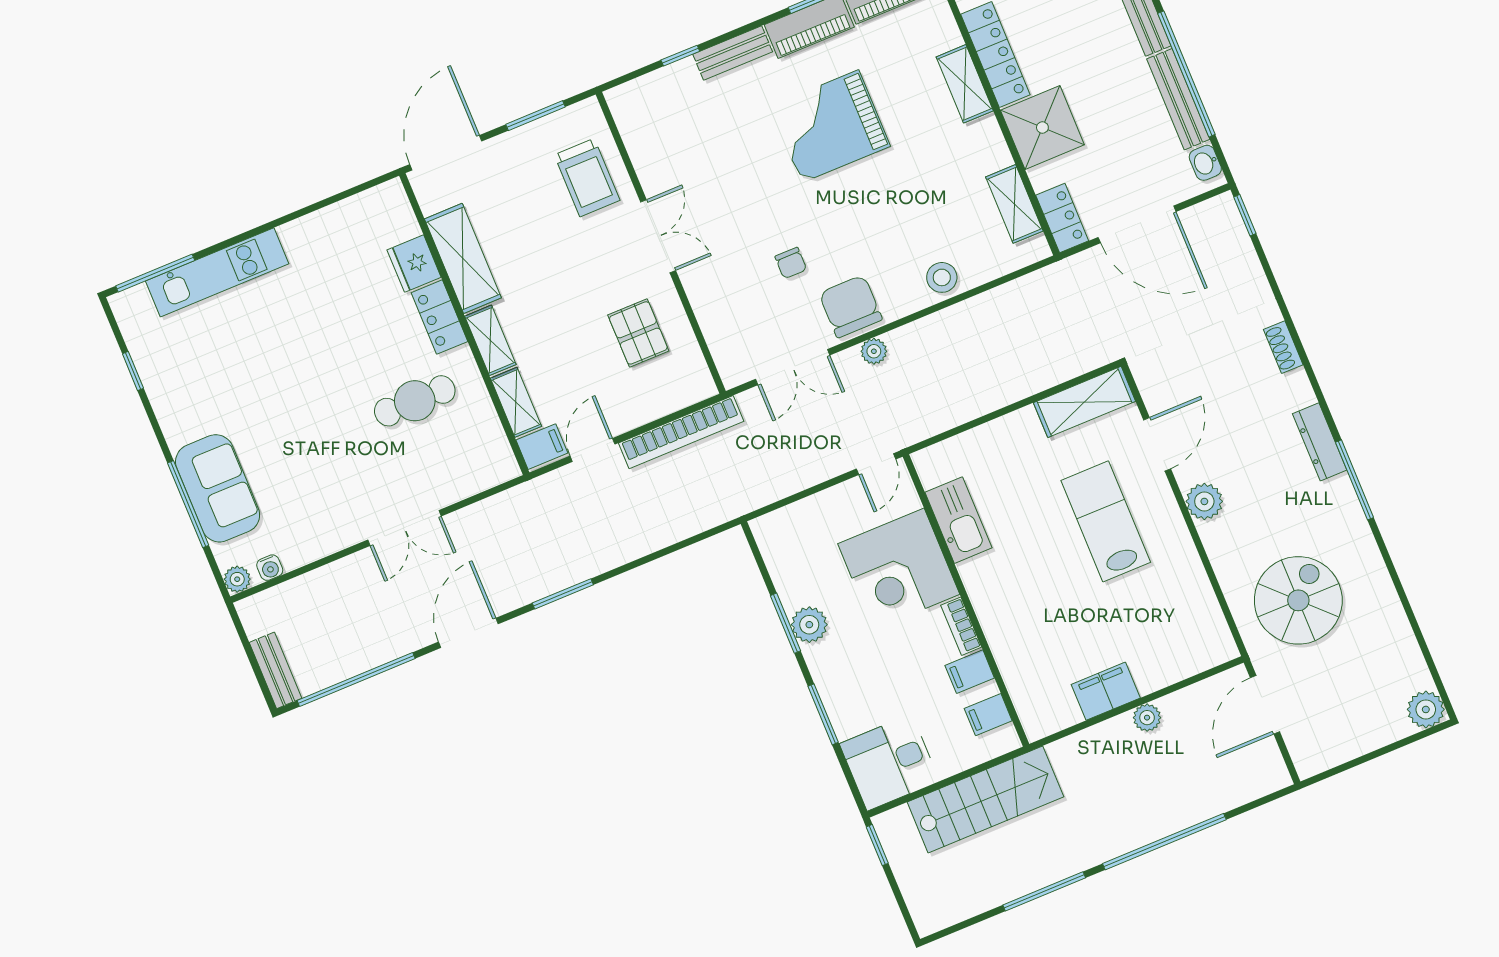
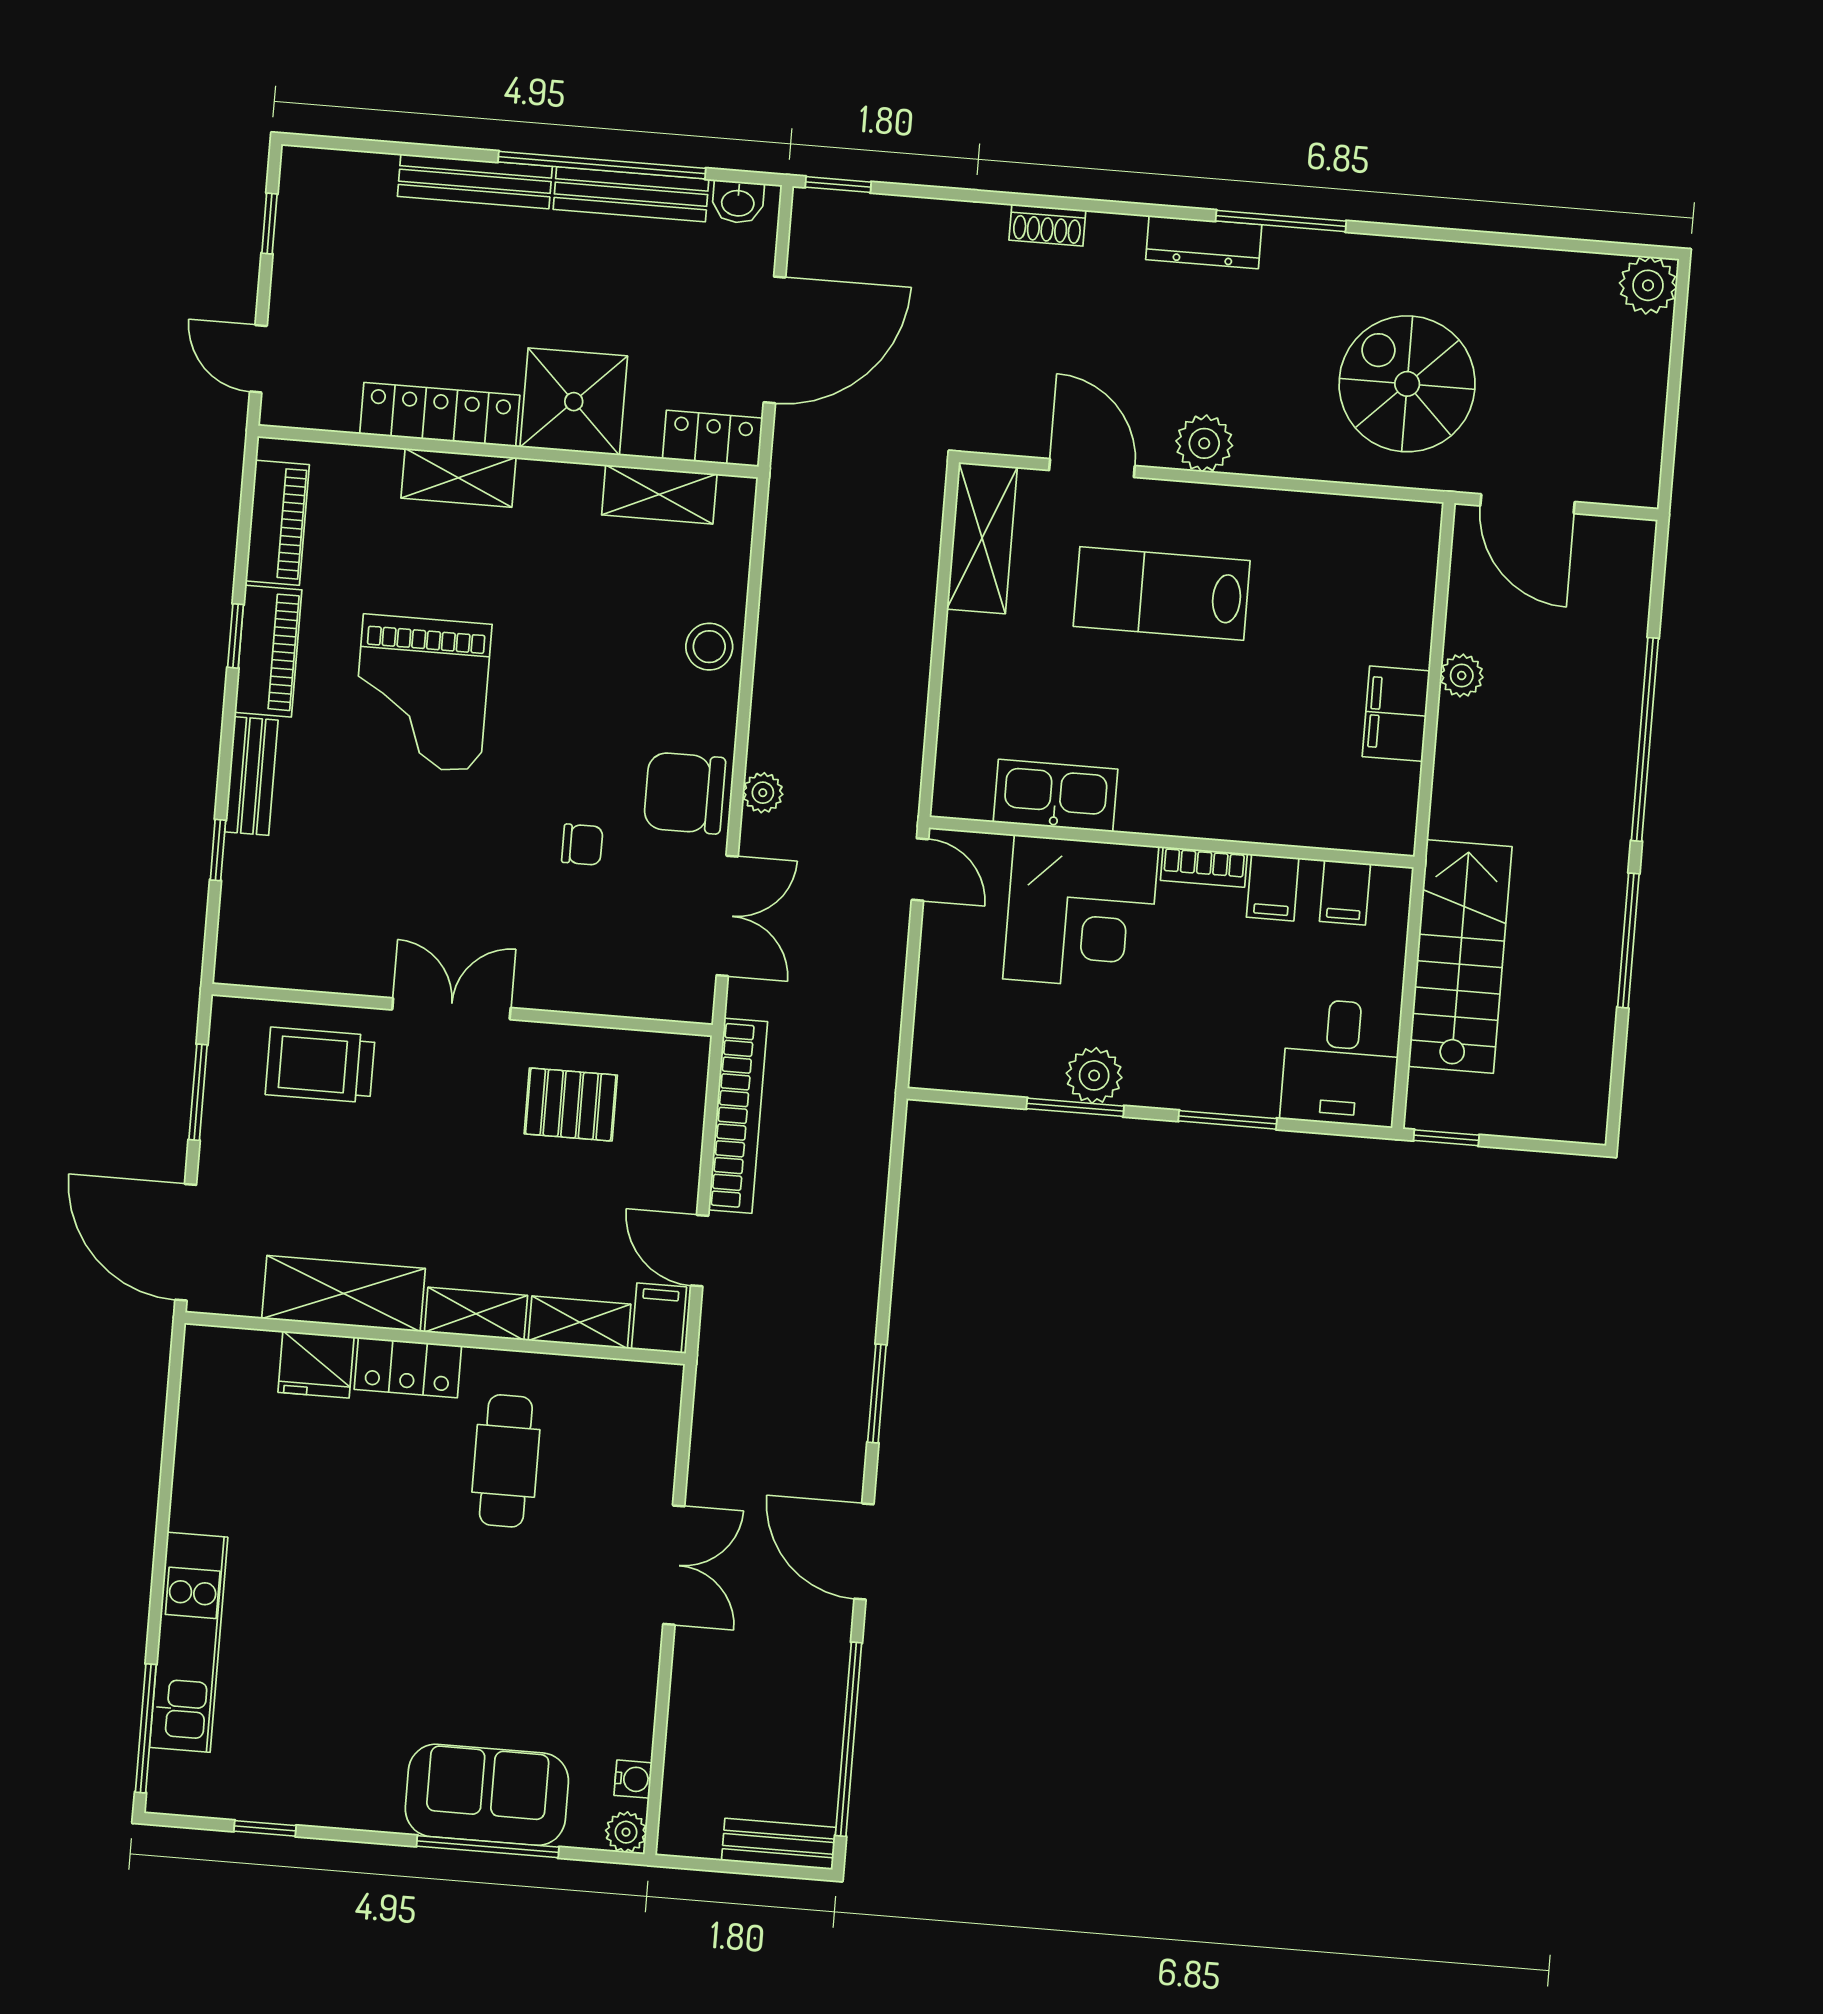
trolley: (587, 178) -> (320, 1065), turned 180

